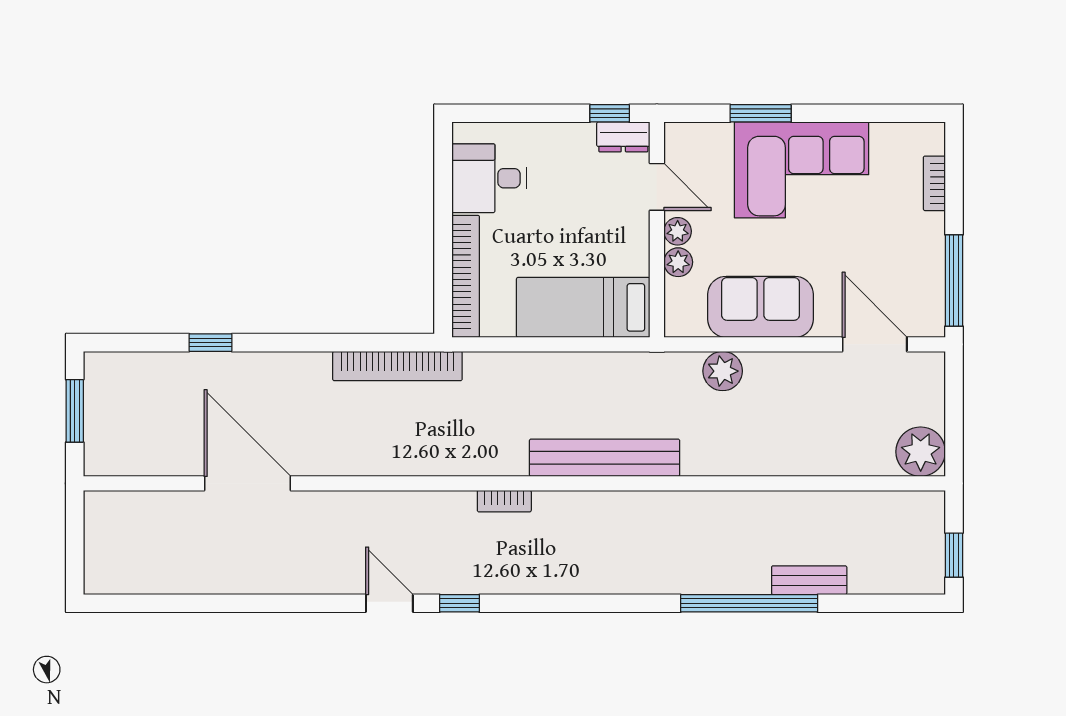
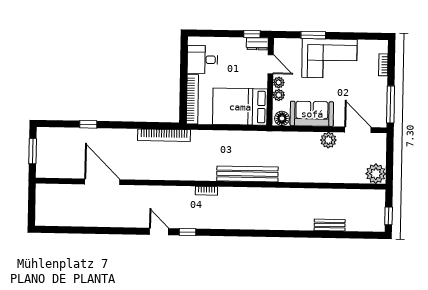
bed: (583, 307) -> (240, 107), width x1.50
floor lamp: (687, 320) -> (282, 118), added
plant: (723, 371) -> (328, 140), moved
window: (749, 603) -> (305, 234), removed

